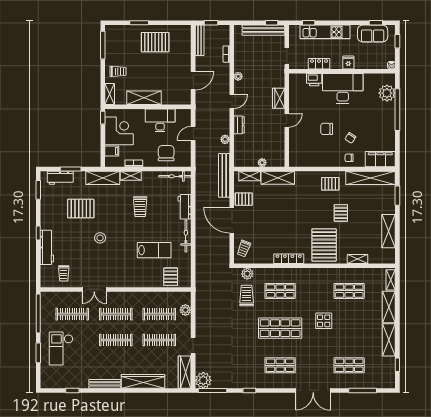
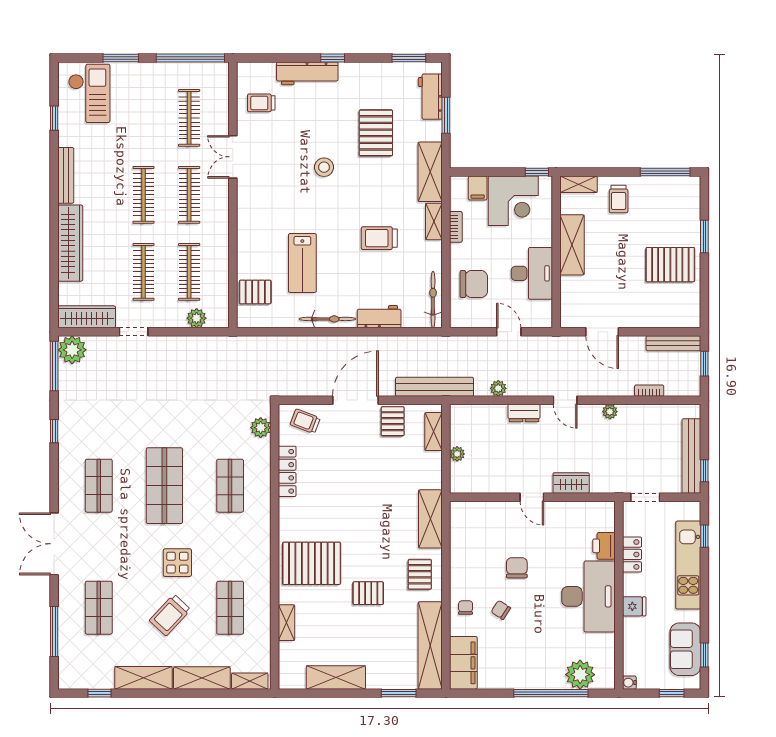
pallet: (155, 42) -> (670, 265), turned 90
shelving: (278, 178) -> (430, 519), moved
locker: (289, 259) -> (287, 471), moved
trolley: (247, 296) -> (170, 615), moved, turned 133
checkout: (61, 348) -> (89, 93), moved, turned 90

